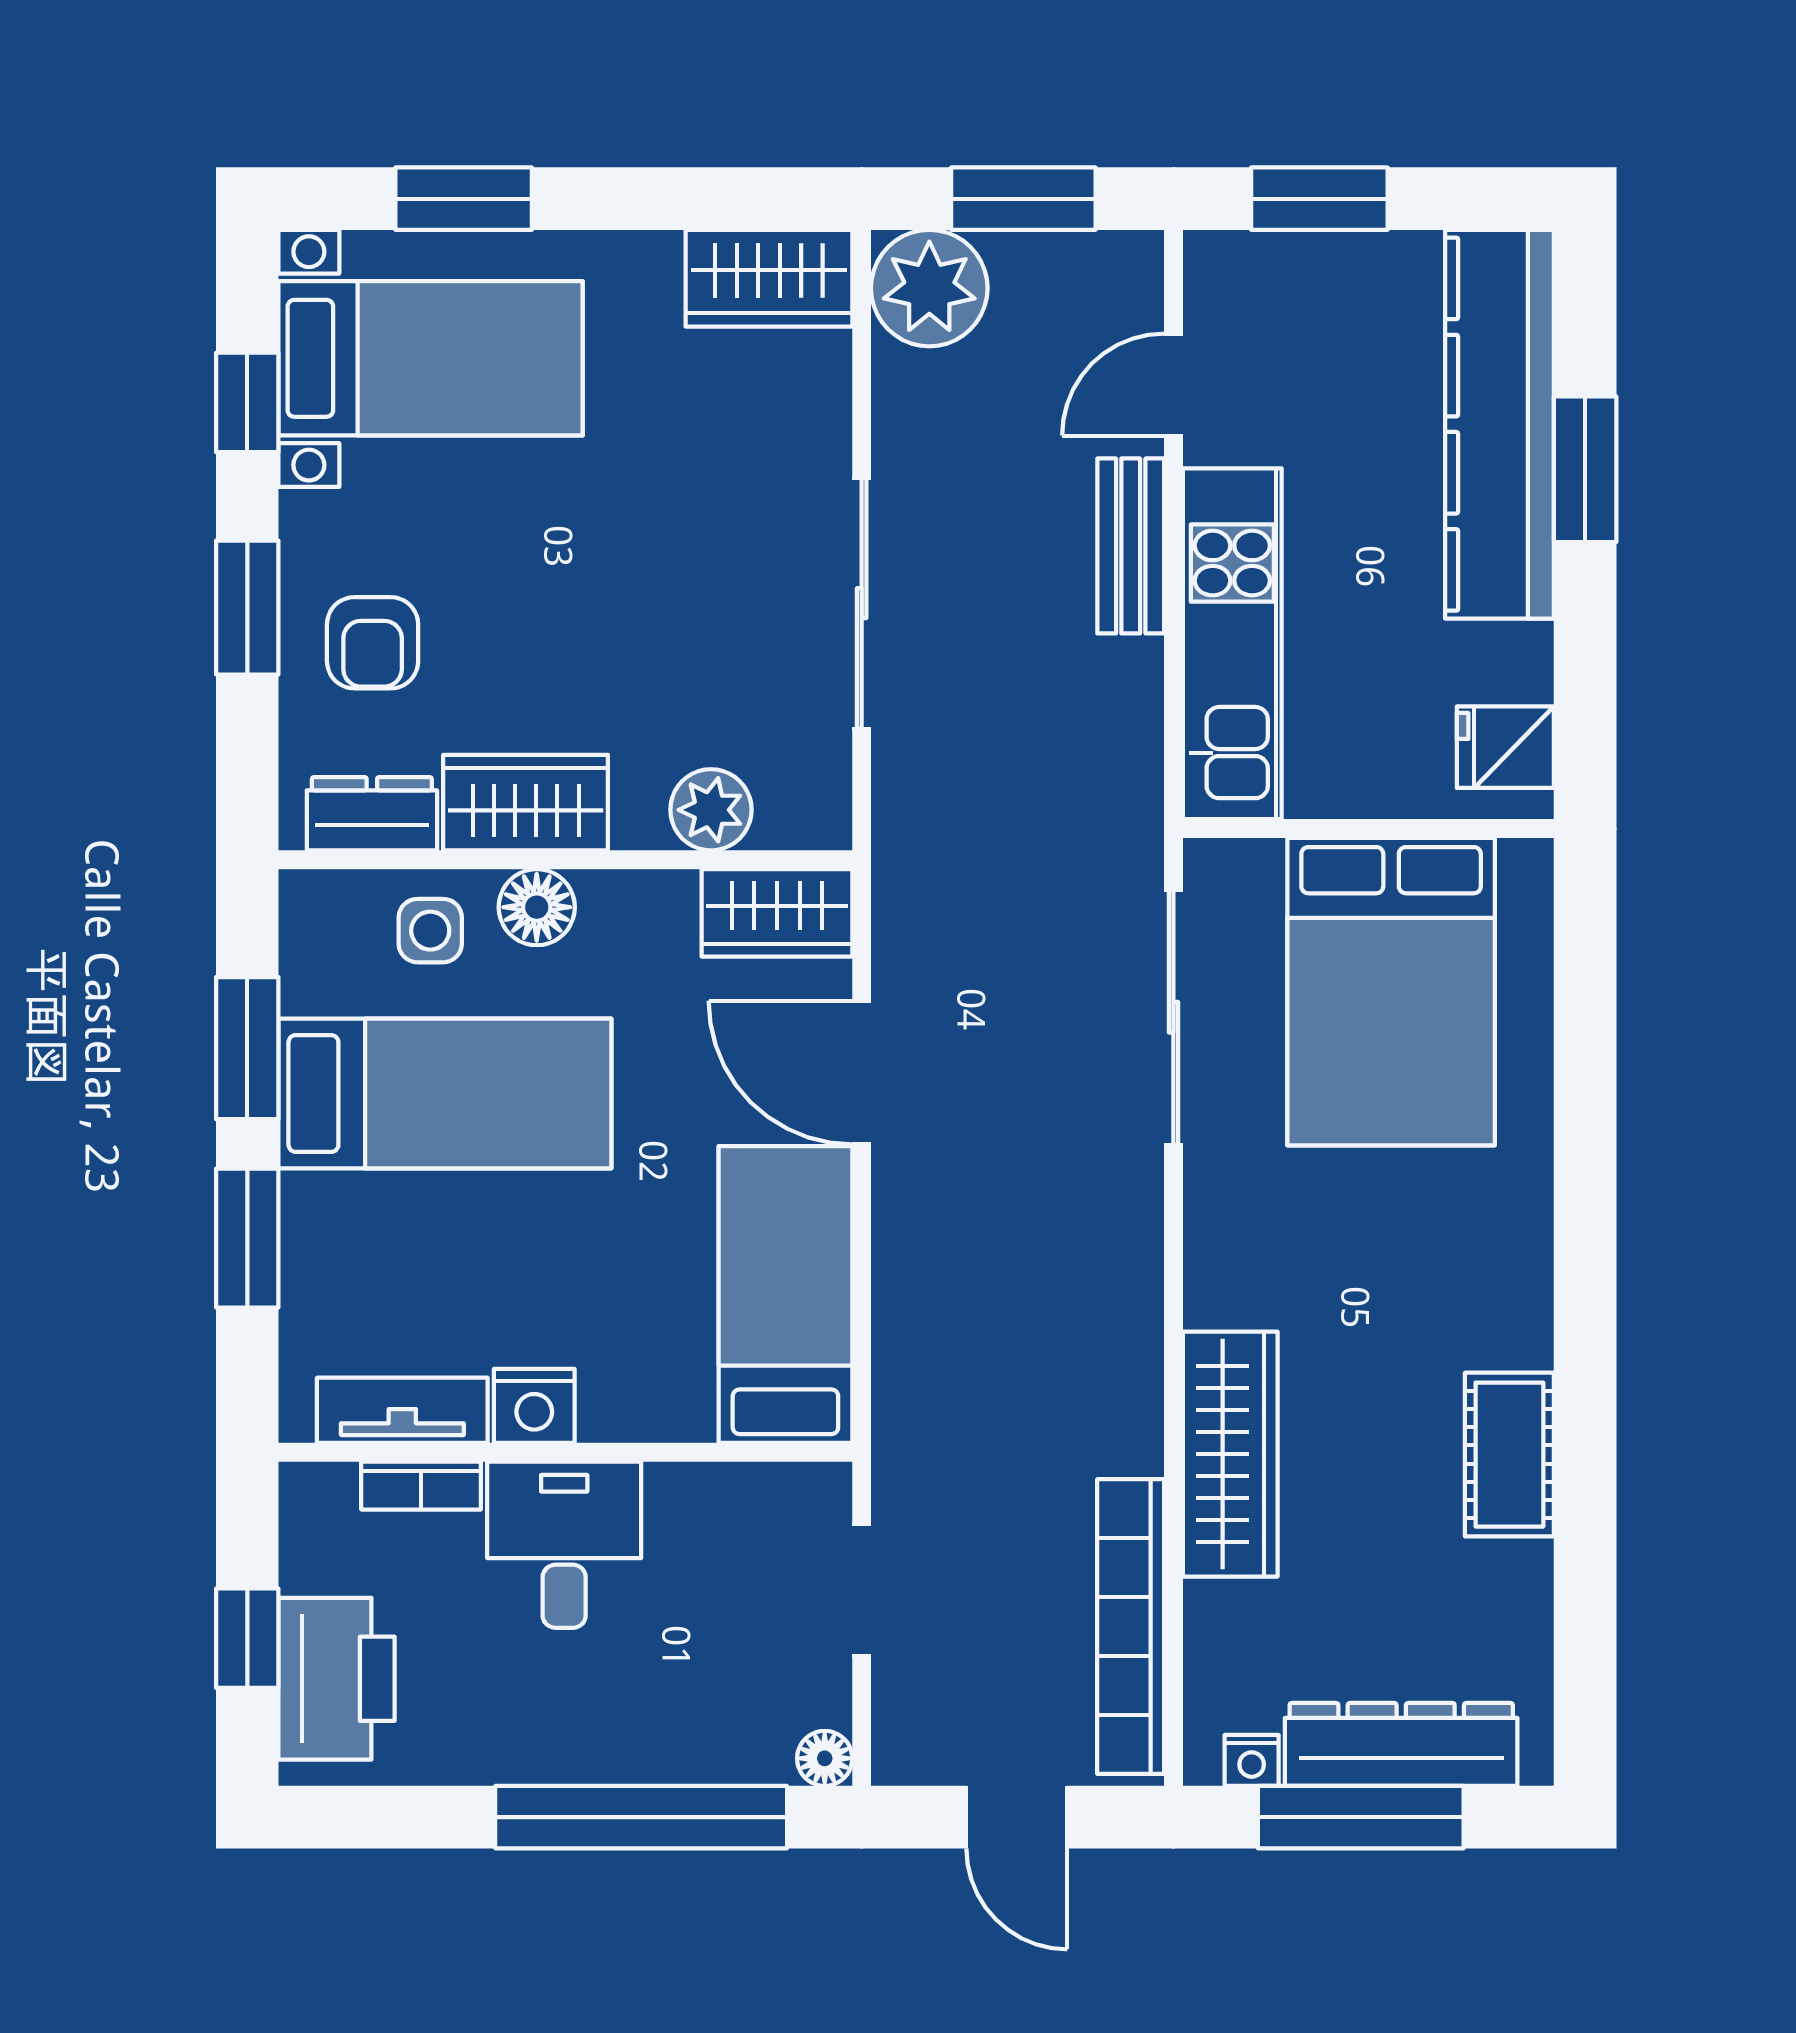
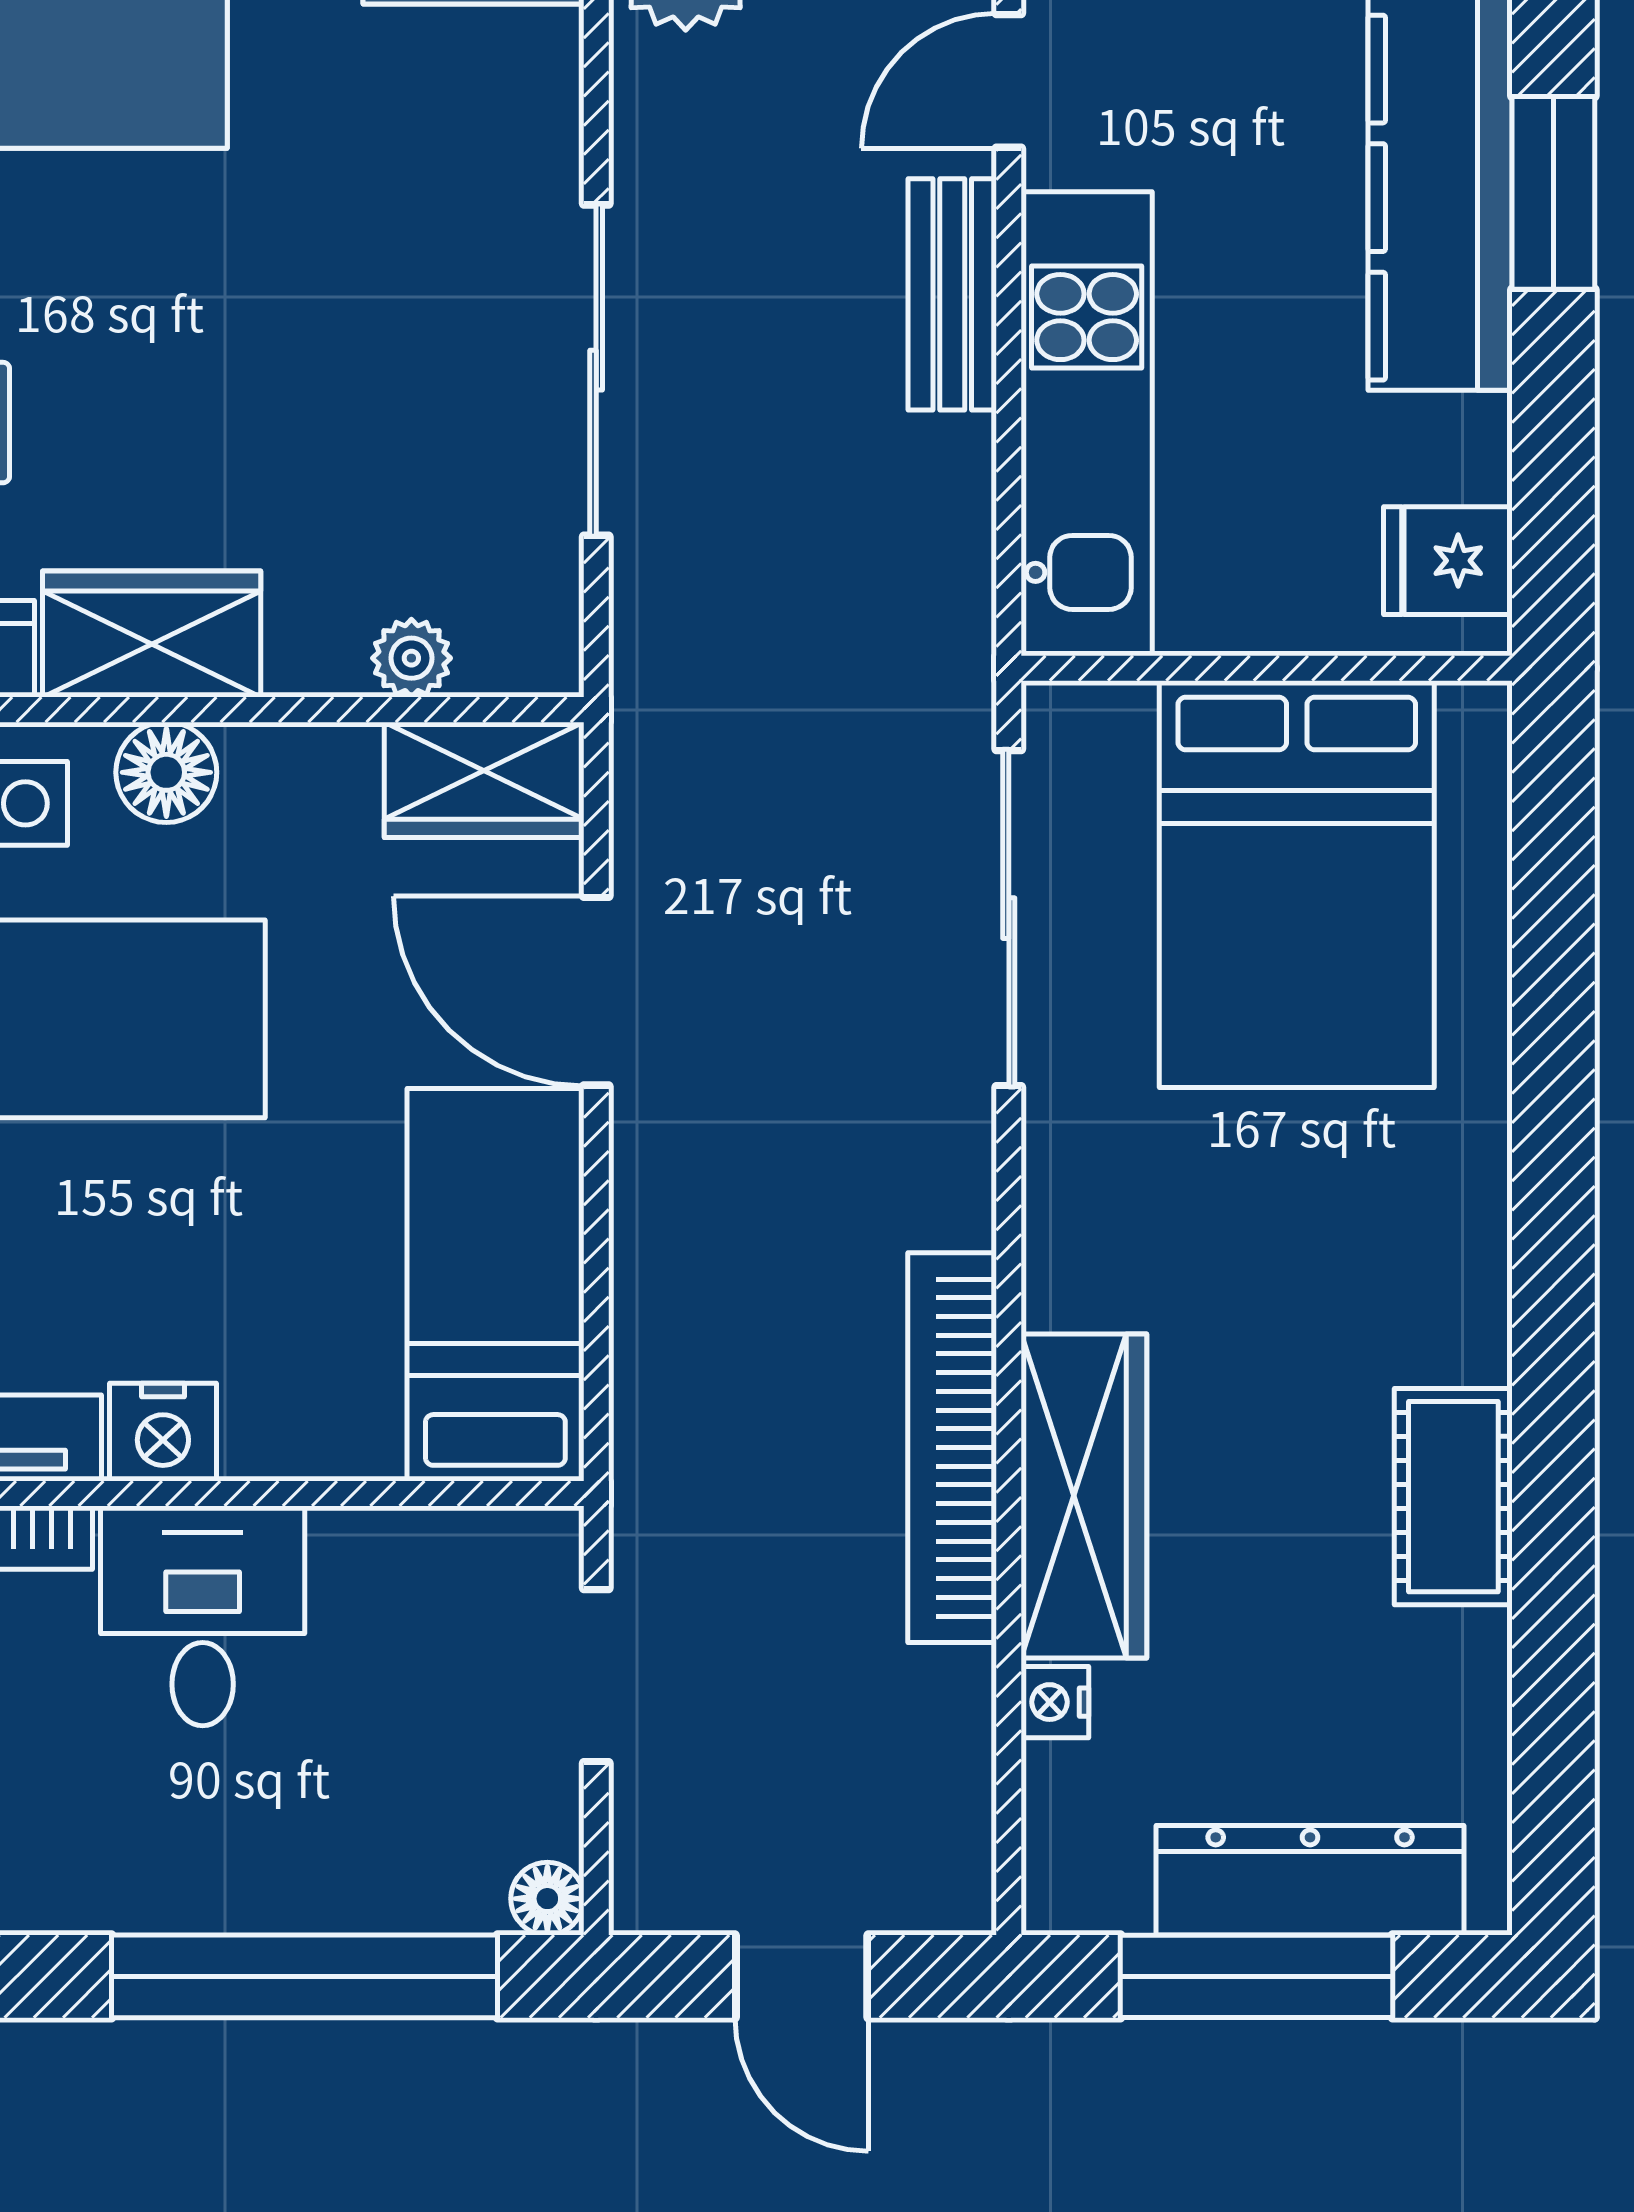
plant: (711, 810) -> (411, 658), width x0.73, depth x0.73
bookcase: (1131, 1627) -> (952, 1448), moved
nightstand: (1252, 1760) -> (1055, 1702), moved, turned 90

